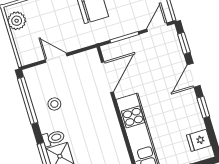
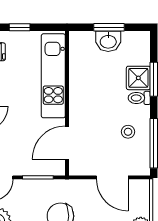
door: (56, 58) -> (112, 177), width x1.37

